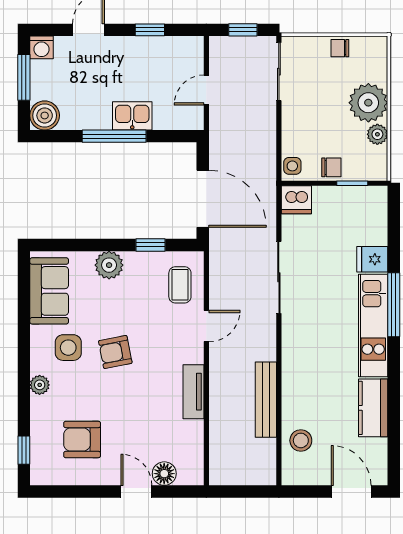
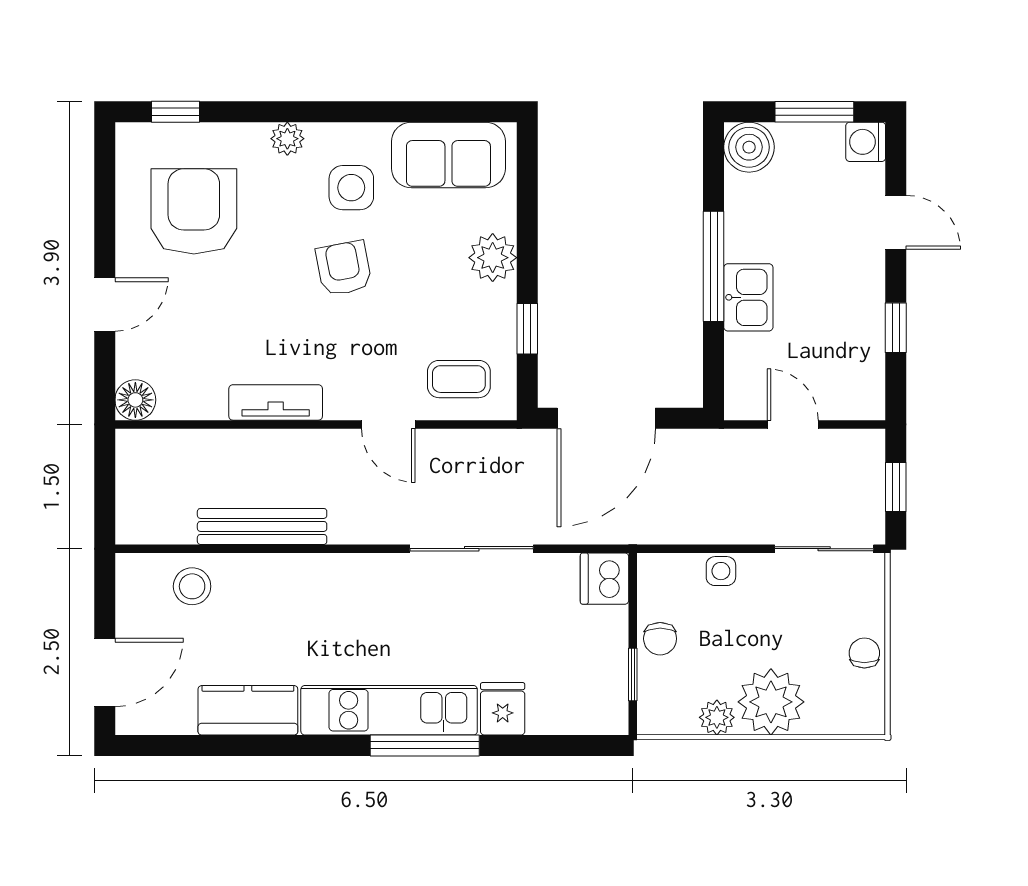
side table: (292, 166) -> (721, 571), moved
armchair: (82, 439) -> (194, 211), width x1.36, depth x1.36
floor lamp: (164, 474) -> (135, 400), moved

